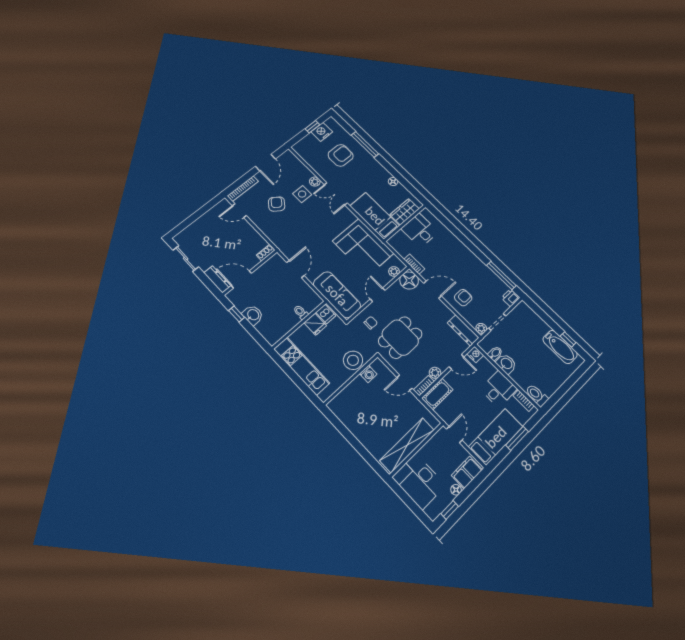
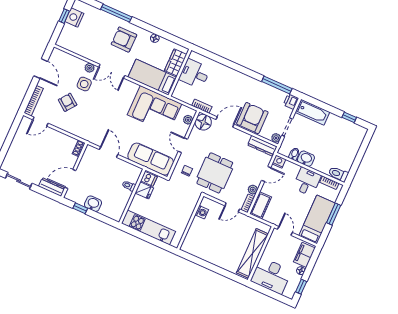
armchair: (341, 155) -> (124, 40), moved, turned -90
armchair: (463, 298) -> (252, 118), width x1.88, depth x1.88
bathtub: (560, 347) -> (313, 112), moved
stool: (353, 360) -> (186, 207), removed

